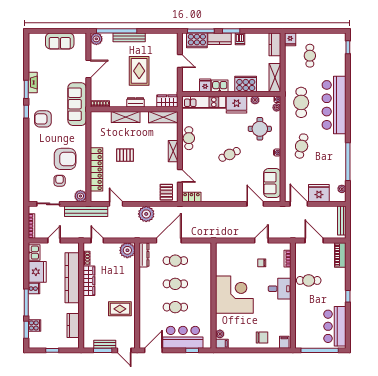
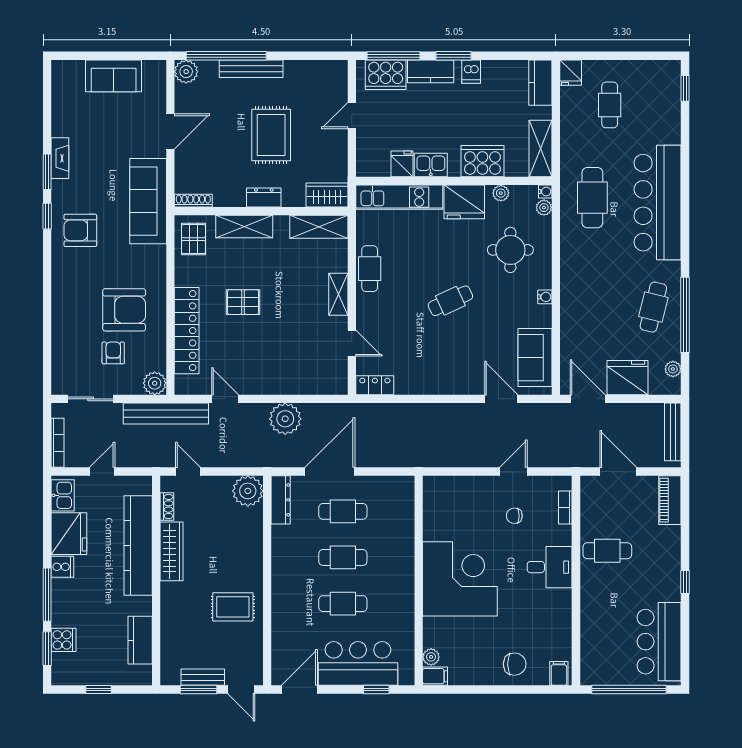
door: (180, 61) -> (352, 115), swing flipped
cafe table: (302, 146) -> (653, 307), moved
pallet: (166, 192) -> (193, 239), moved

